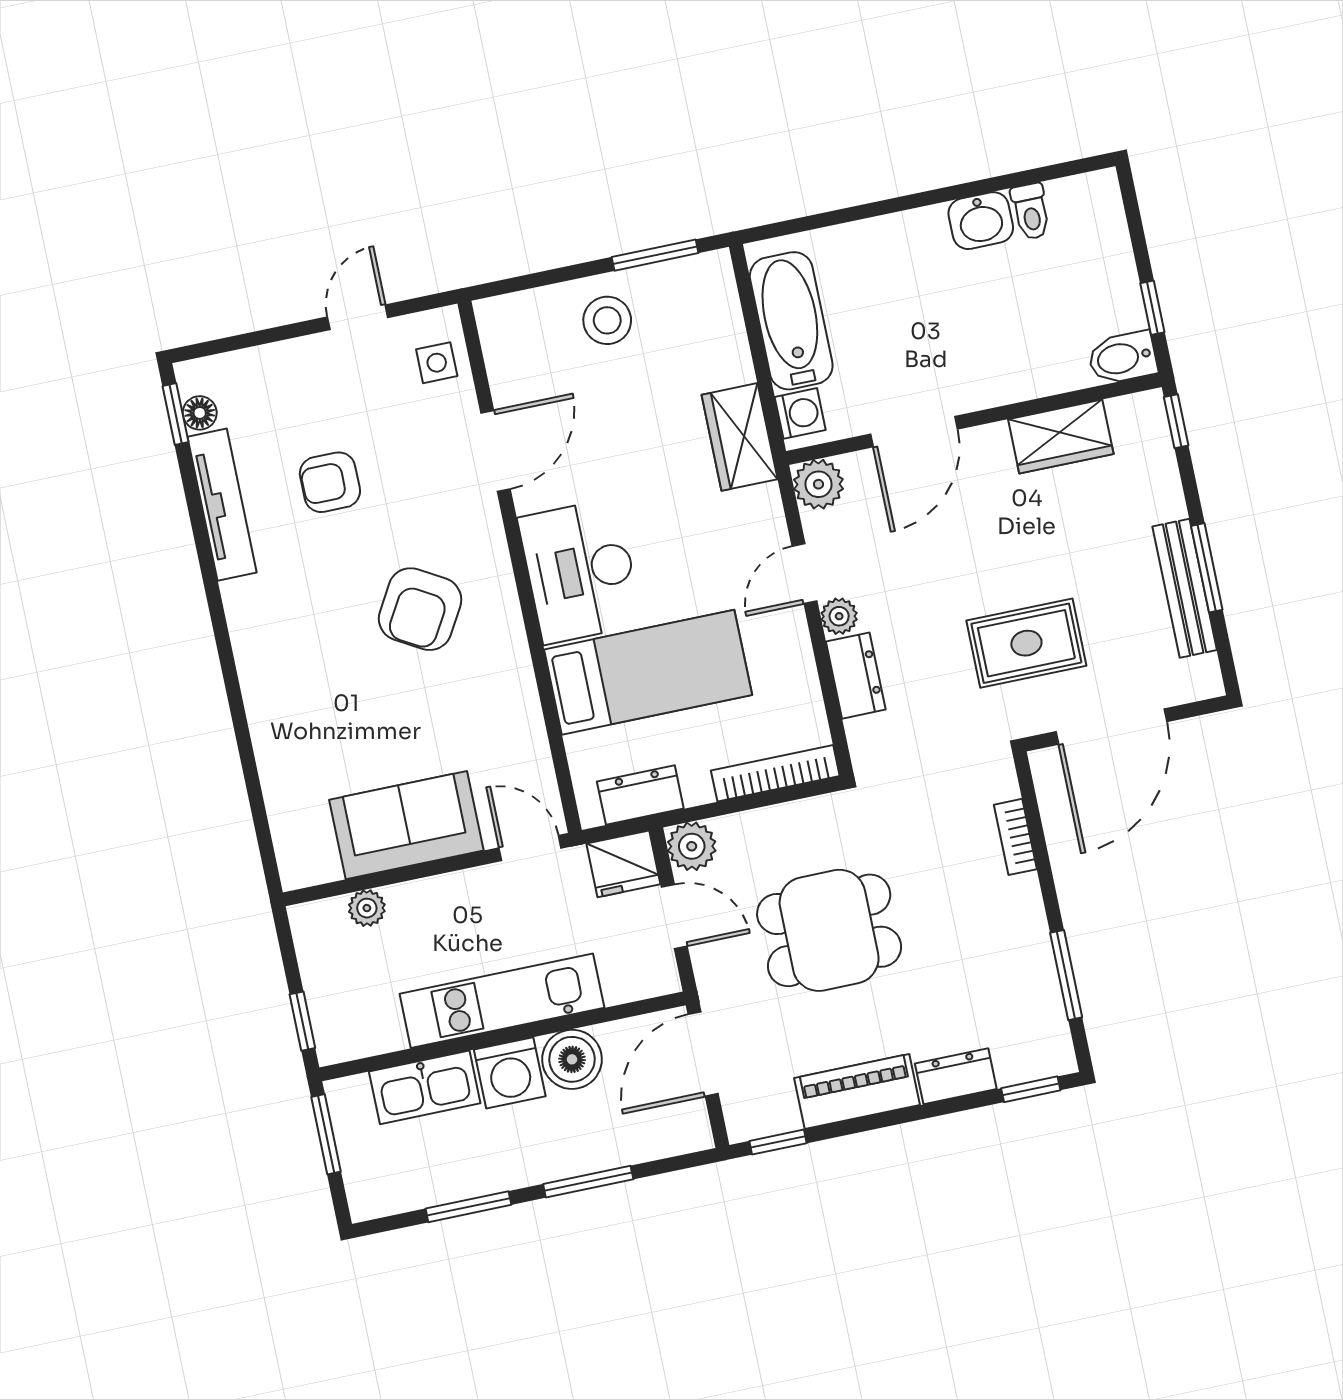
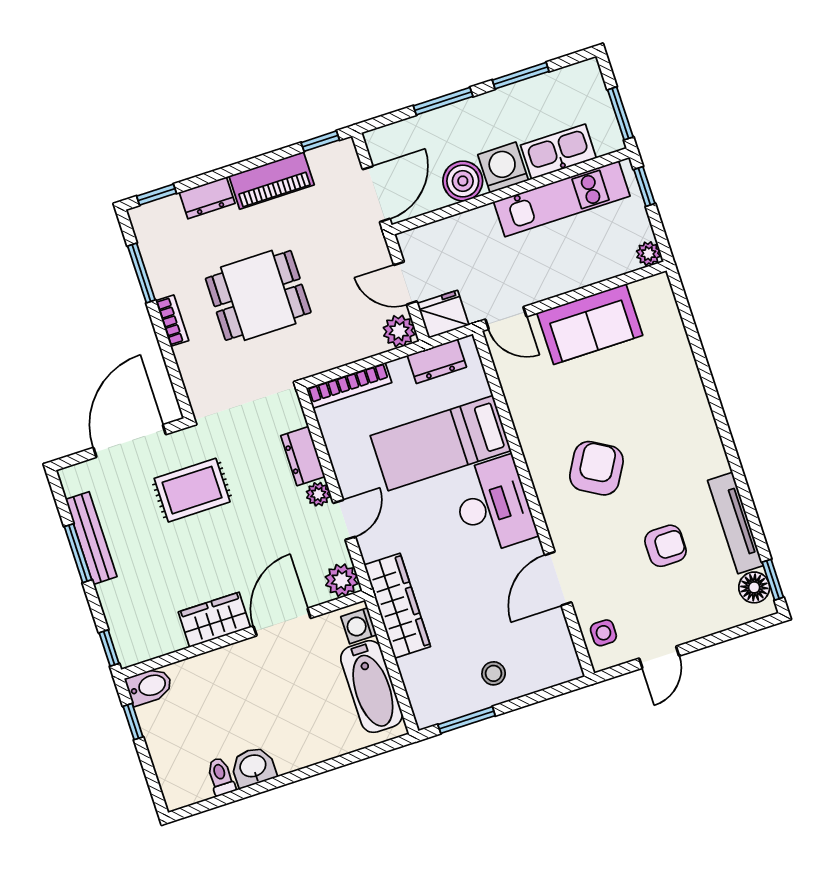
stool: (607, 320) -> (494, 673), width x0.73, depth x0.73
floor lamp: (200, 413) -> (754, 587), width x1.37, depth x1.37
wardrobe: (740, 437) -> (397, 606), width x1.50
wardrobe: (1061, 437) -> (214, 620), moved
bookcase: (1015, 837) -> (172, 321), moved
plant: (367, 908) -> (648, 254), moved
dining table: (829, 930) -> (258, 295), moved
kitchen unit: (502, 1001) -> (562, 199), moved

